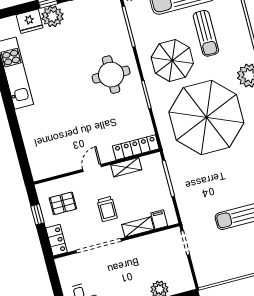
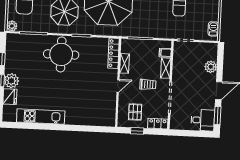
round table: (111, 75) -> (61, 54), width x1.36, depth x1.36
door: (92, 168) -> (118, 86), swing flipped
barbecue: (214, 276) -> (213, 29), added

